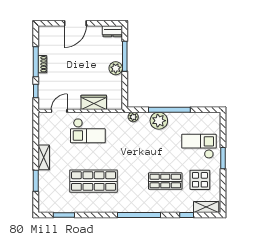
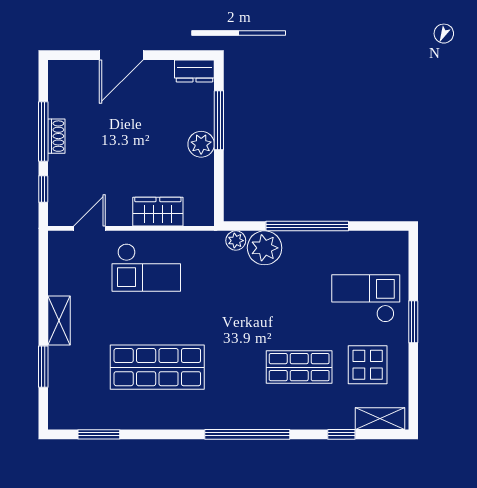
plant: (159, 121) -> (265, 248), moved

